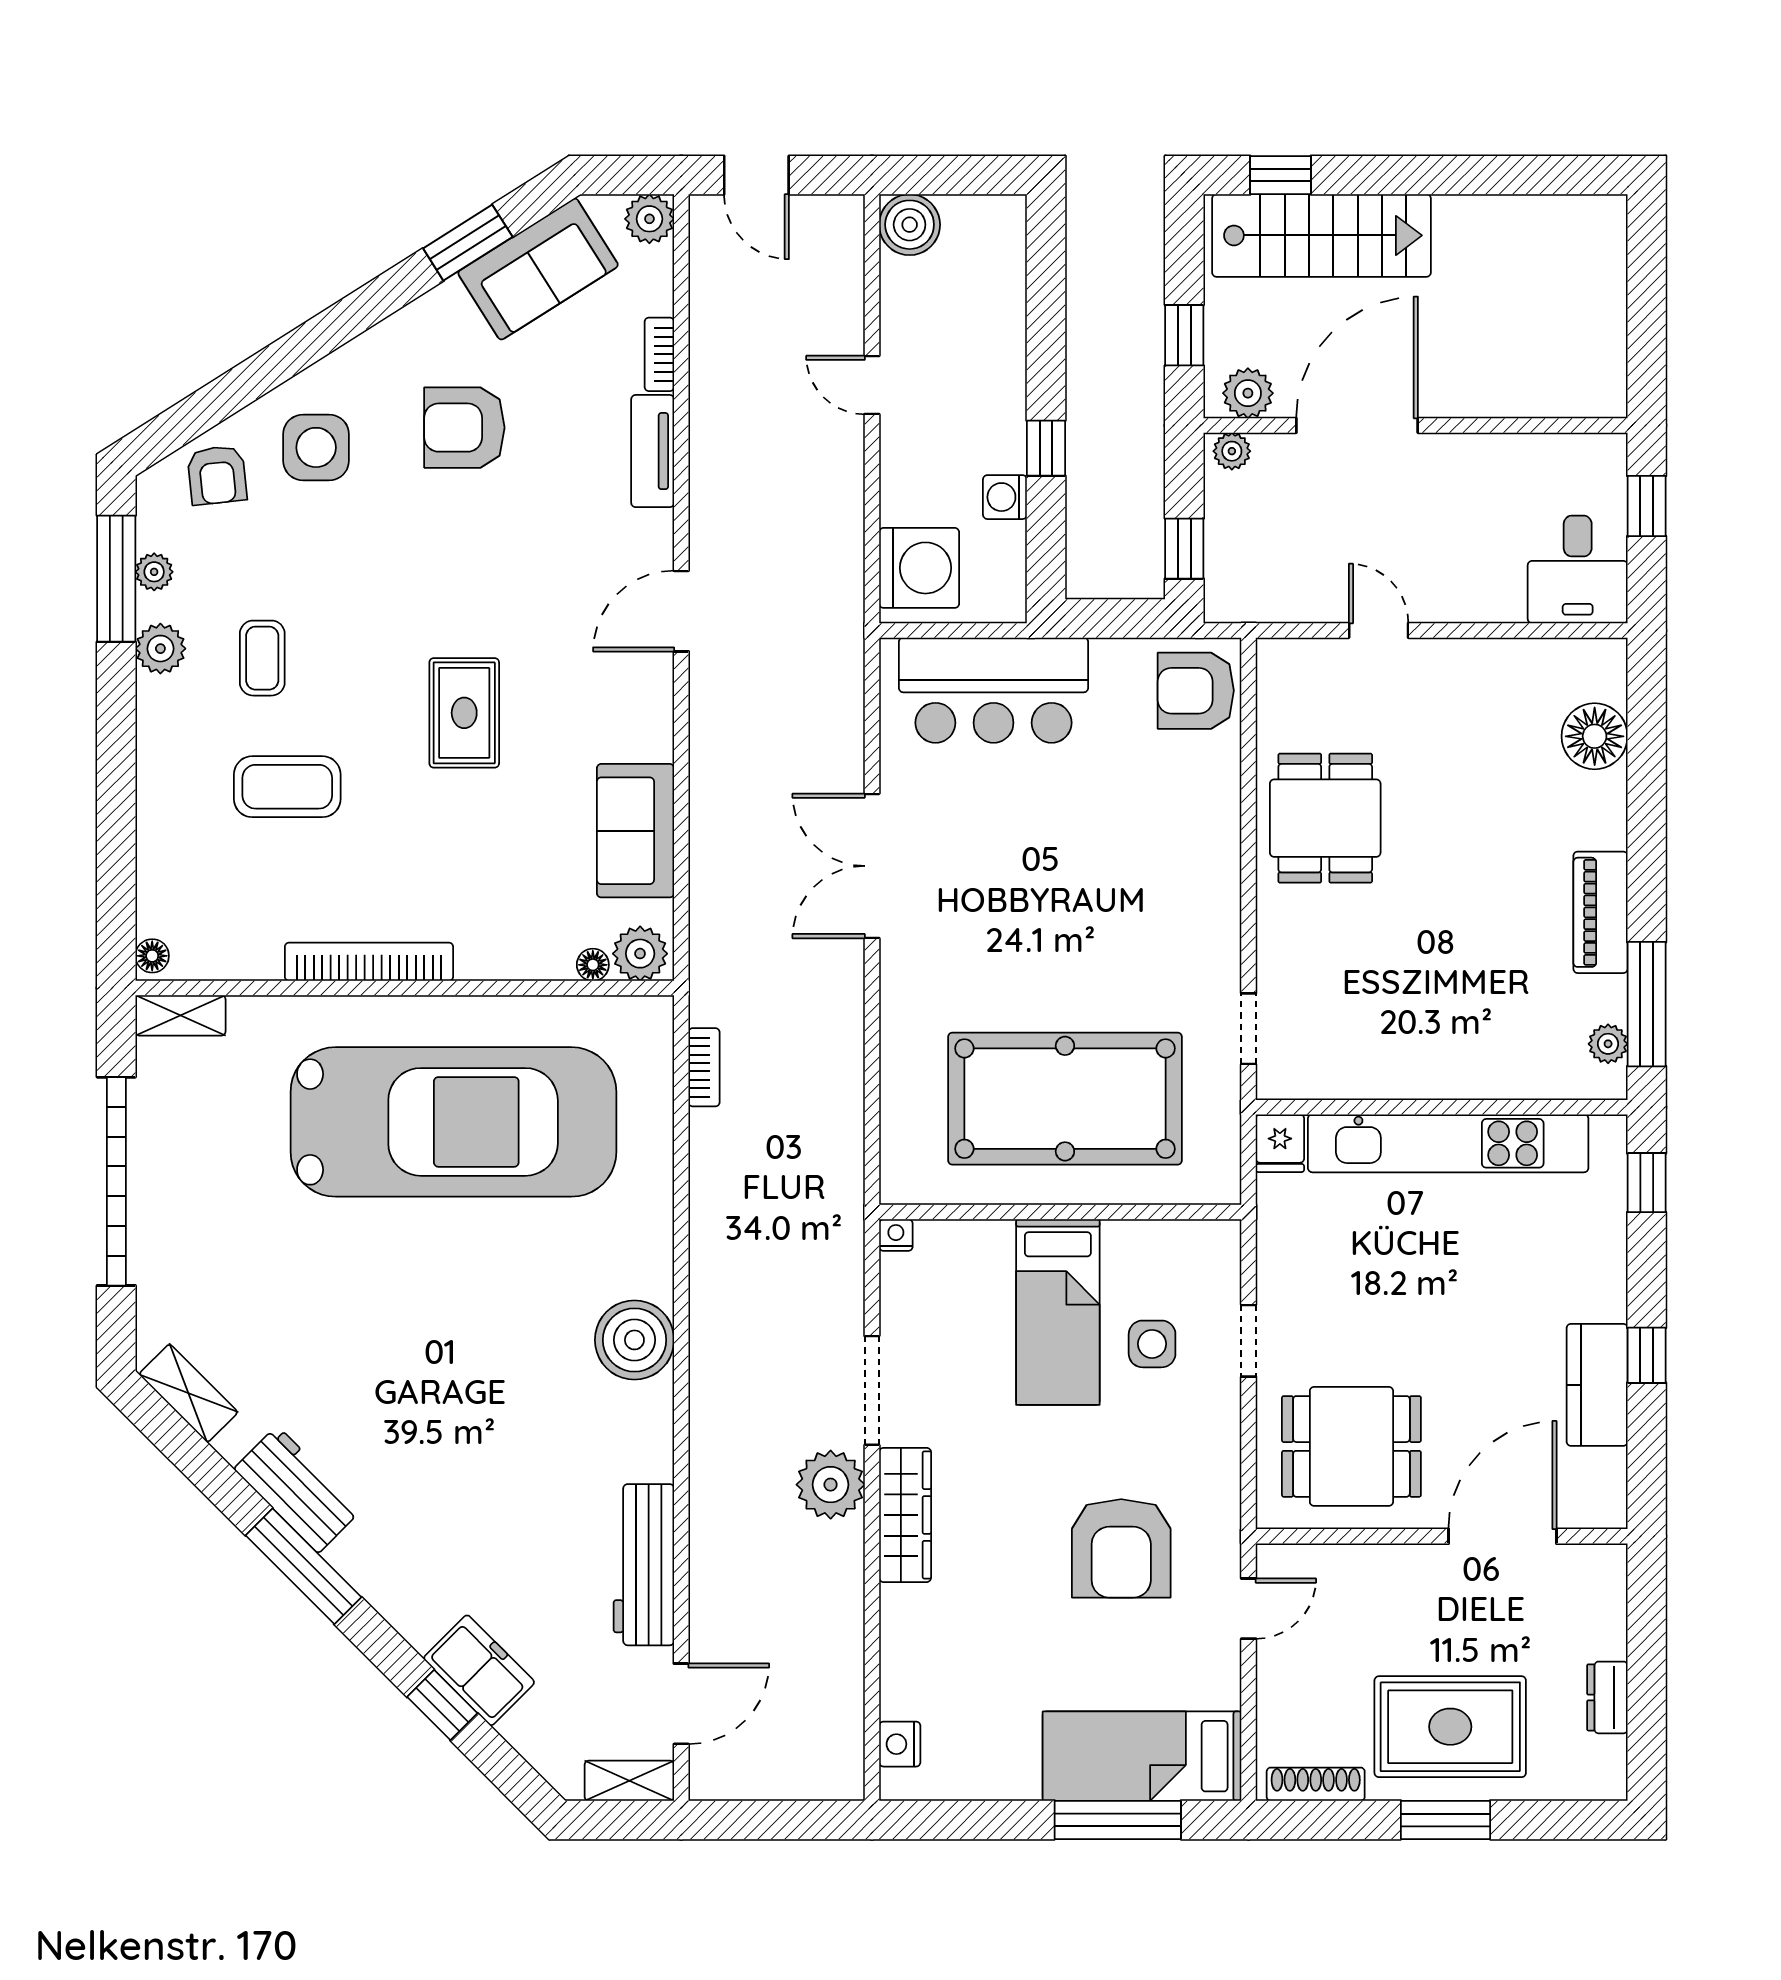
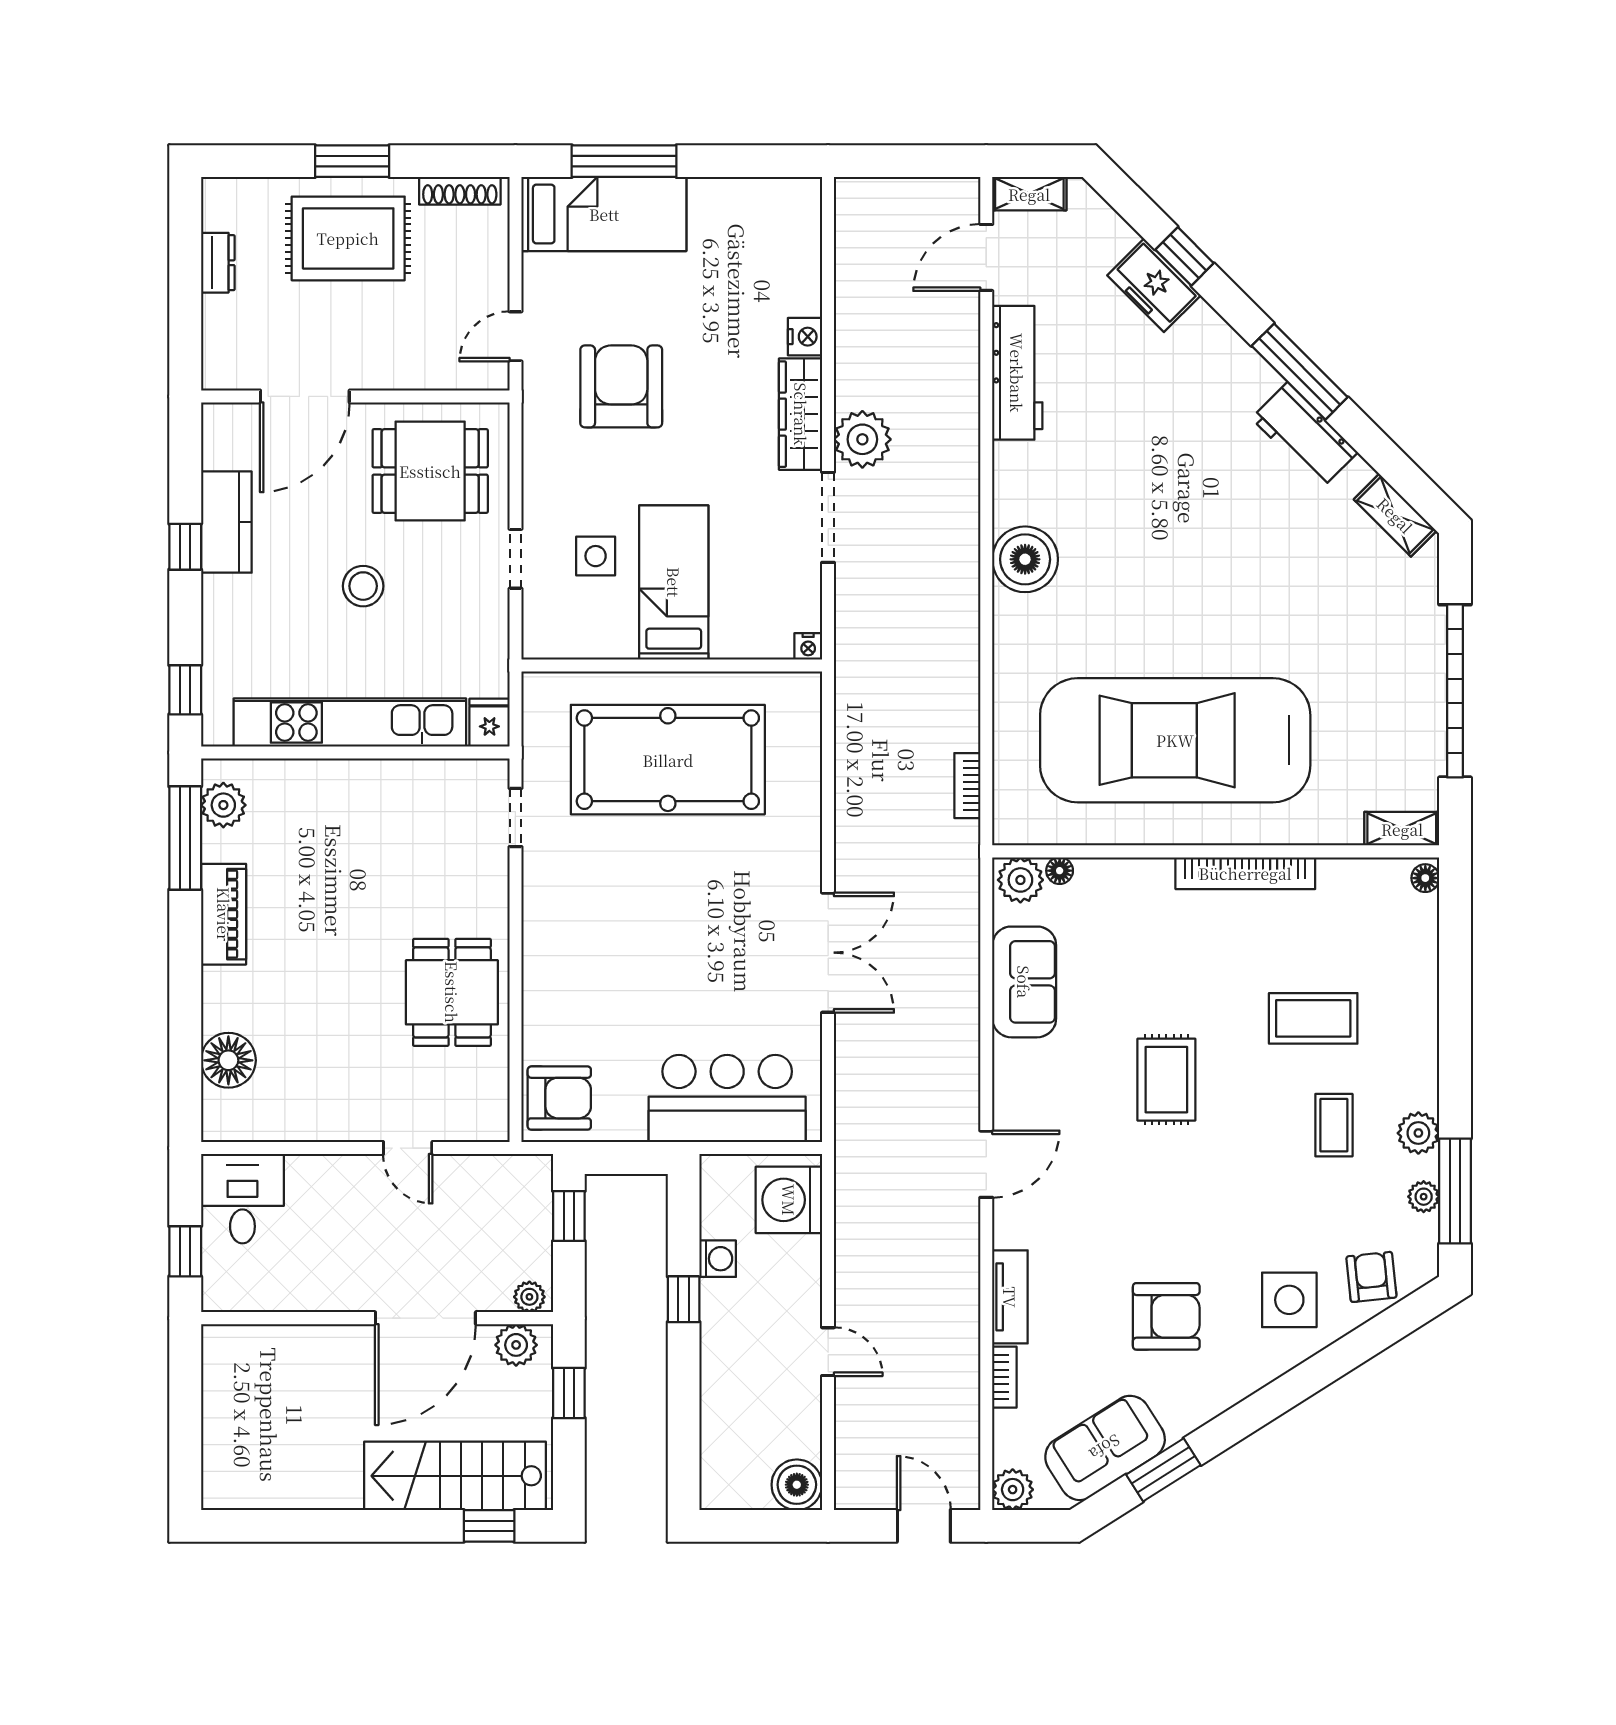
plant: (1608, 1044) -> (223, 805), width x1.38, depth x1.38
stool: (1432, 1308) -> (363, 586), added
nightstand: (900, 1744) -> (805, 337), moved

